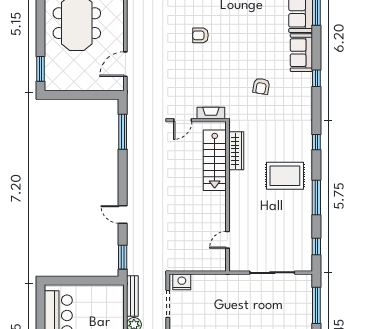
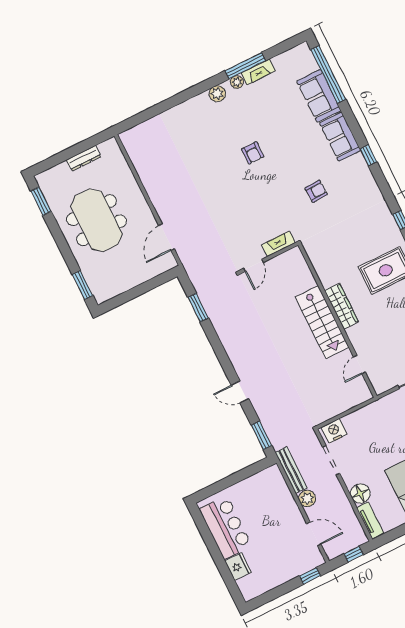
armchair: (201, 35) -> (253, 153), moved, turned -90
armchair: (261, 86) -> (316, 191), turned -103
window: (123, 132) -> (198, 308), width x0.69
wardrobe: (236, 151) -> (342, 306), moved
stairs: (215, 160) -> (322, 322), moved

